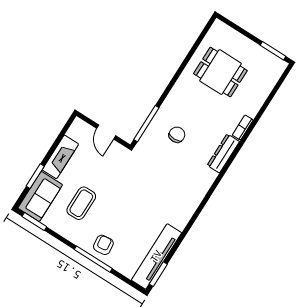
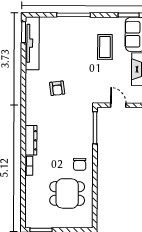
chair: (177, 135) -> (80, 164), moved
armchair: (103, 245) -> (57, 88), moved

